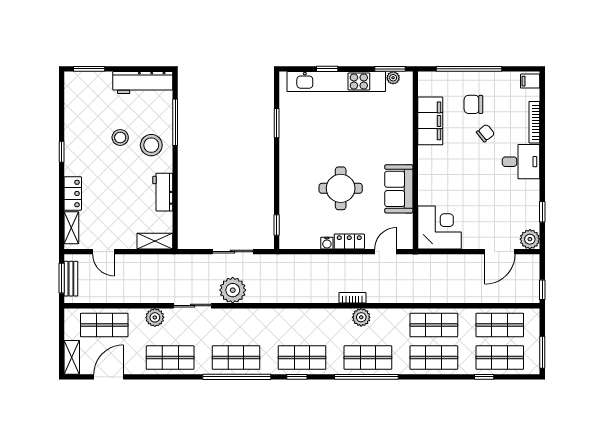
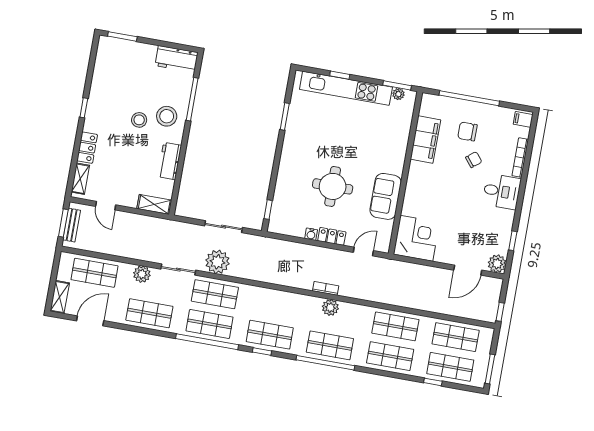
workbench: (143, 83) -> (176, 59), width x0.73
stool: (120, 137) -> (139, 120), moved
shop shelf: (236, 325) -> (215, 294), added

